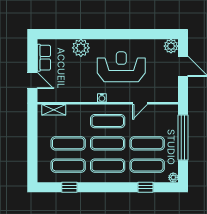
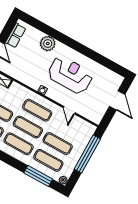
plant: (171, 46) -> (116, 80), removed
door: (140, 103) -> (69, 110), hinge flipped
window: (146, 187) -> (38, 176), width x2.17

